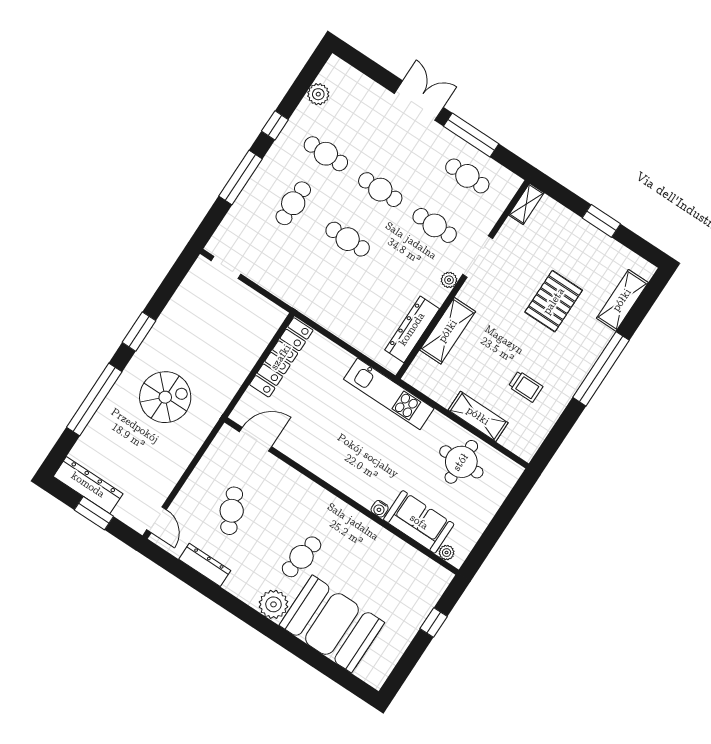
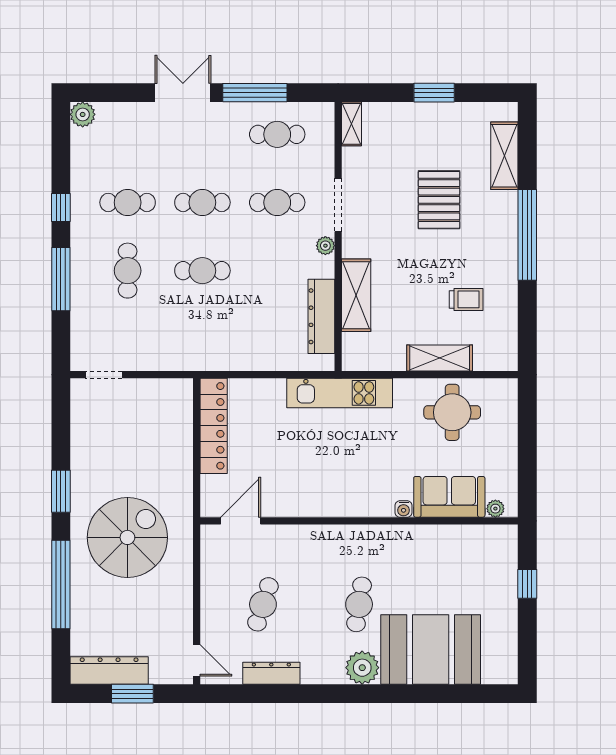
plant: (318, 94) -> (83, 114), moved
spiral stairs: (165, 397) -> (127, 537), width x1.37, depth x1.37
cafe table: (232, 511) -> (263, 604), turned 42

